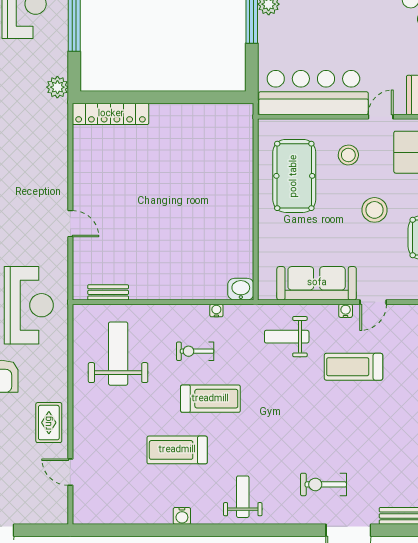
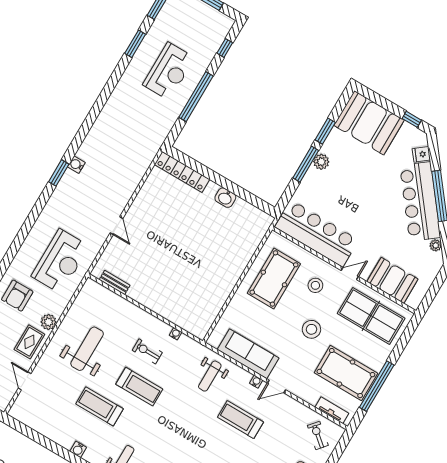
plant: (57, 87) -> (49, 322), moved
washbasin: (241, 289) -> (225, 198), moved, turned 180
weight bench: (287, 337) -> (210, 376), turned -90
weight bench: (118, 354) -> (87, 349), moved

